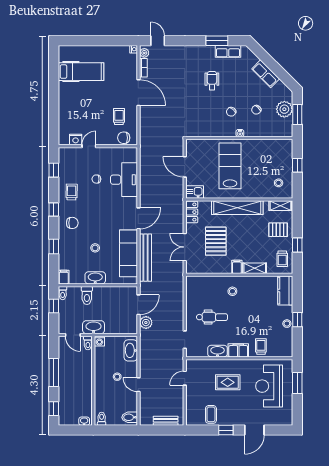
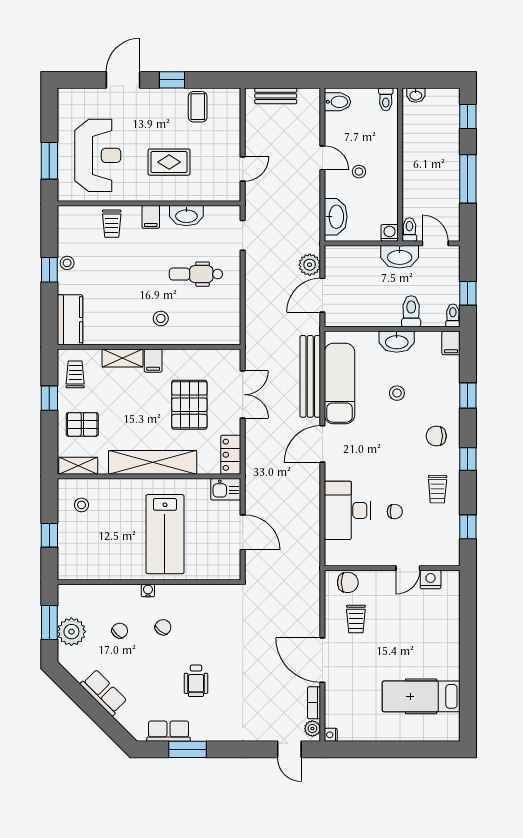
filing cabinet: (238, 350) -> (151, 217), width x0.50

